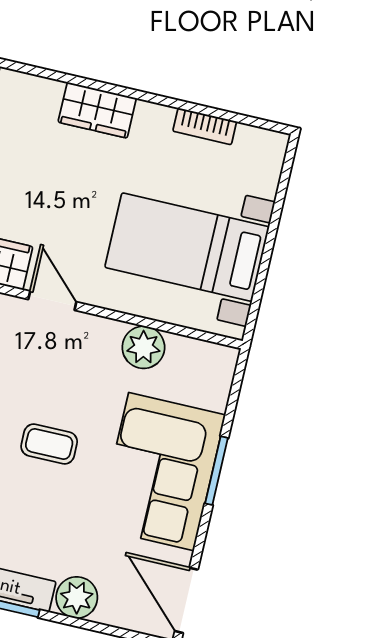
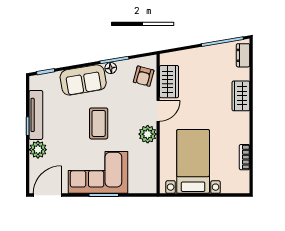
wardrobe: (97, 110) -> (241, 96), moved
plant: (143, 347) -> (148, 134), moved
coffee table: (49, 444) -> (99, 123), width x1.36, depth x1.30

